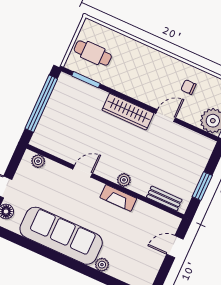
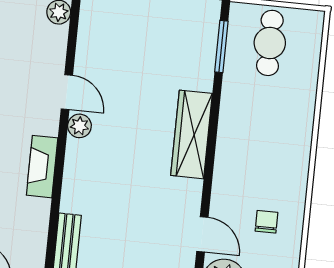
door: (166, 116) -> (202, 234), moved
plant: (124, 180) -> (79, 126), moved

